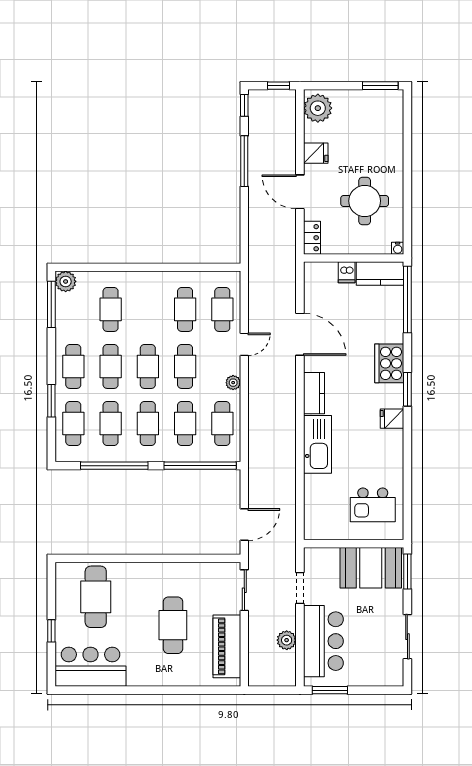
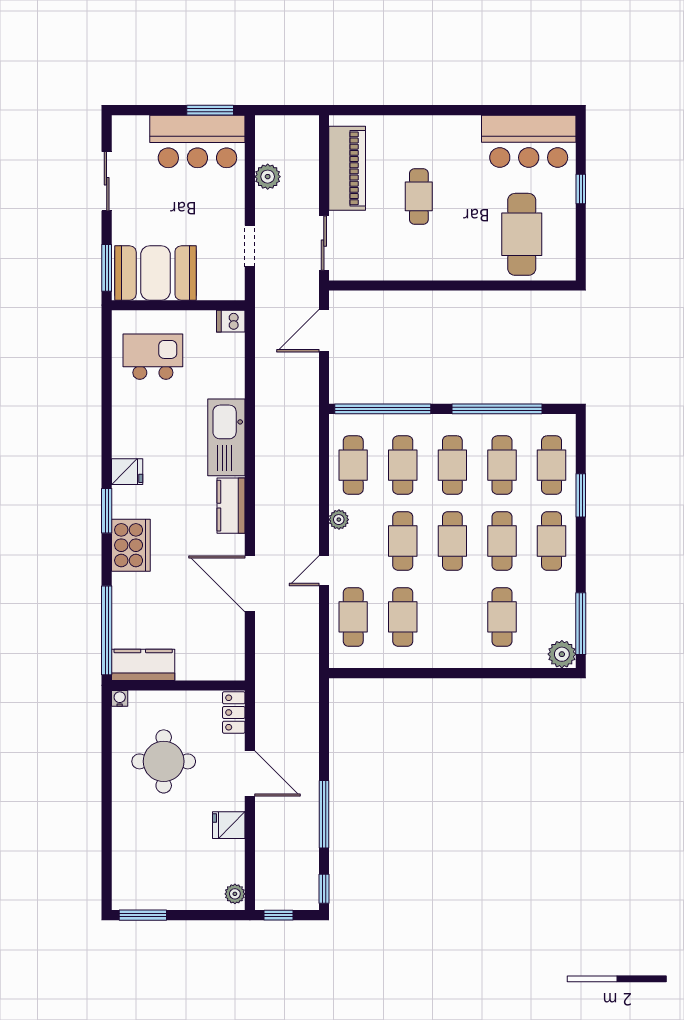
plant: (318, 108) -> (235, 894), width x0.53, depth x0.53
dishwasher: (347, 272) -> (231, 321), moved, turned -90
cafe table: (173, 625) -> (419, 196), width x0.73, depth x0.74
bar counter: (323, 641) -> (197, 141), moved, turned -90

